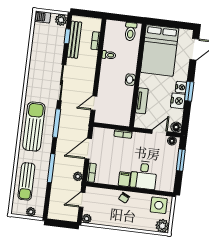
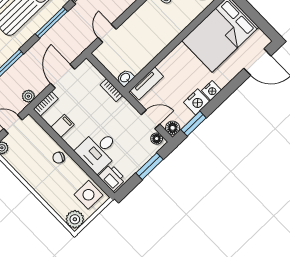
washbasin: (130, 80) -> (125, 78), moved
window: (189, 91) -> (194, 124), moved
tv unit: (142, 101) -> (147, 84), moved
door: (94, 103) -> (107, 33), hinge flipped
door: (88, 149) -> (63, 76), hinge flipped
filing cabinet: (124, 179) -> (62, 126), moved
printer: (164, 184) -> (112, 178), added

